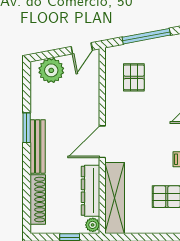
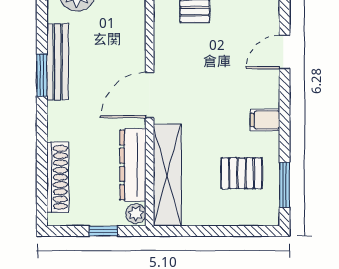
bench: (38, 146) -> (58, 62), moved

